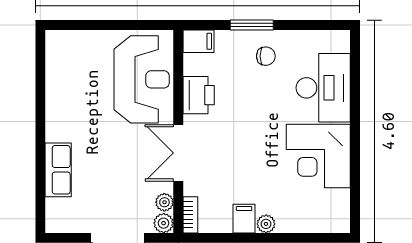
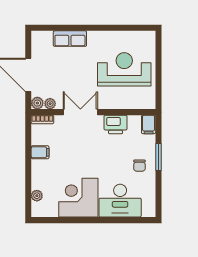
reception desk: (142, 79) -> (124, 69), moved, turned 180
plant: (266, 224) -> (37, 196), moved

